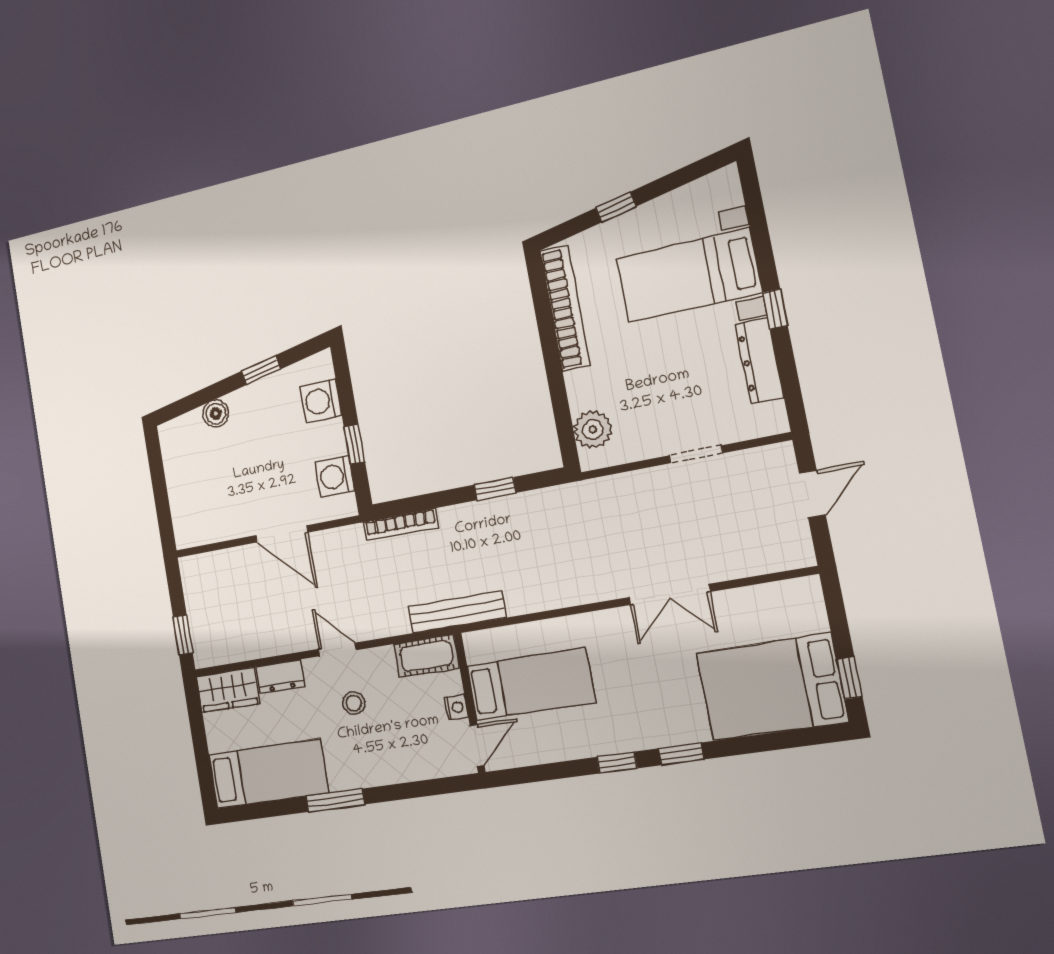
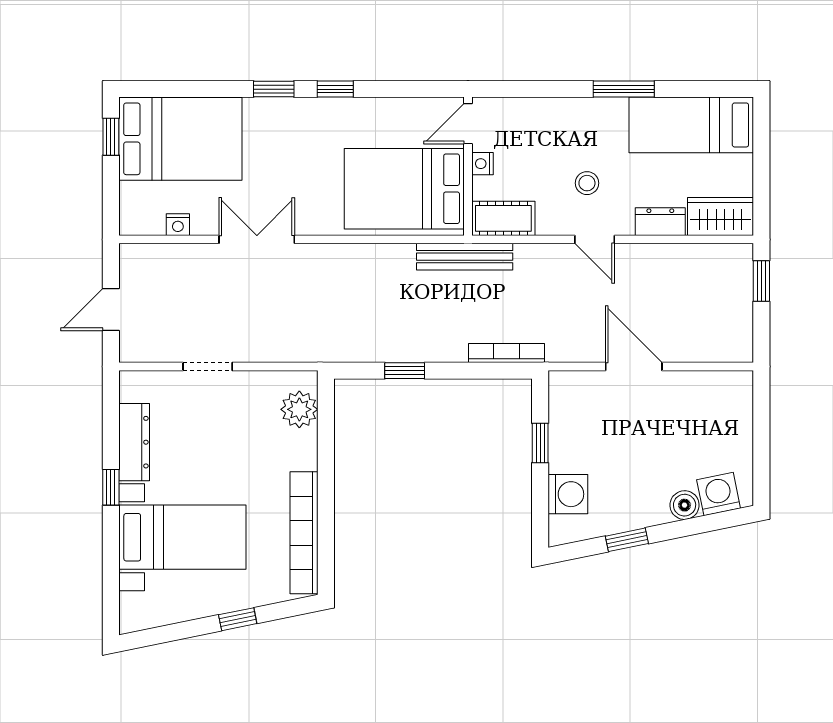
washing machine: (335, 476) -> (719, 494), moved, turned -102
nightstand: (757, 596) -> (178, 225), added
bed: (531, 684) -> (404, 189), width x1.50

